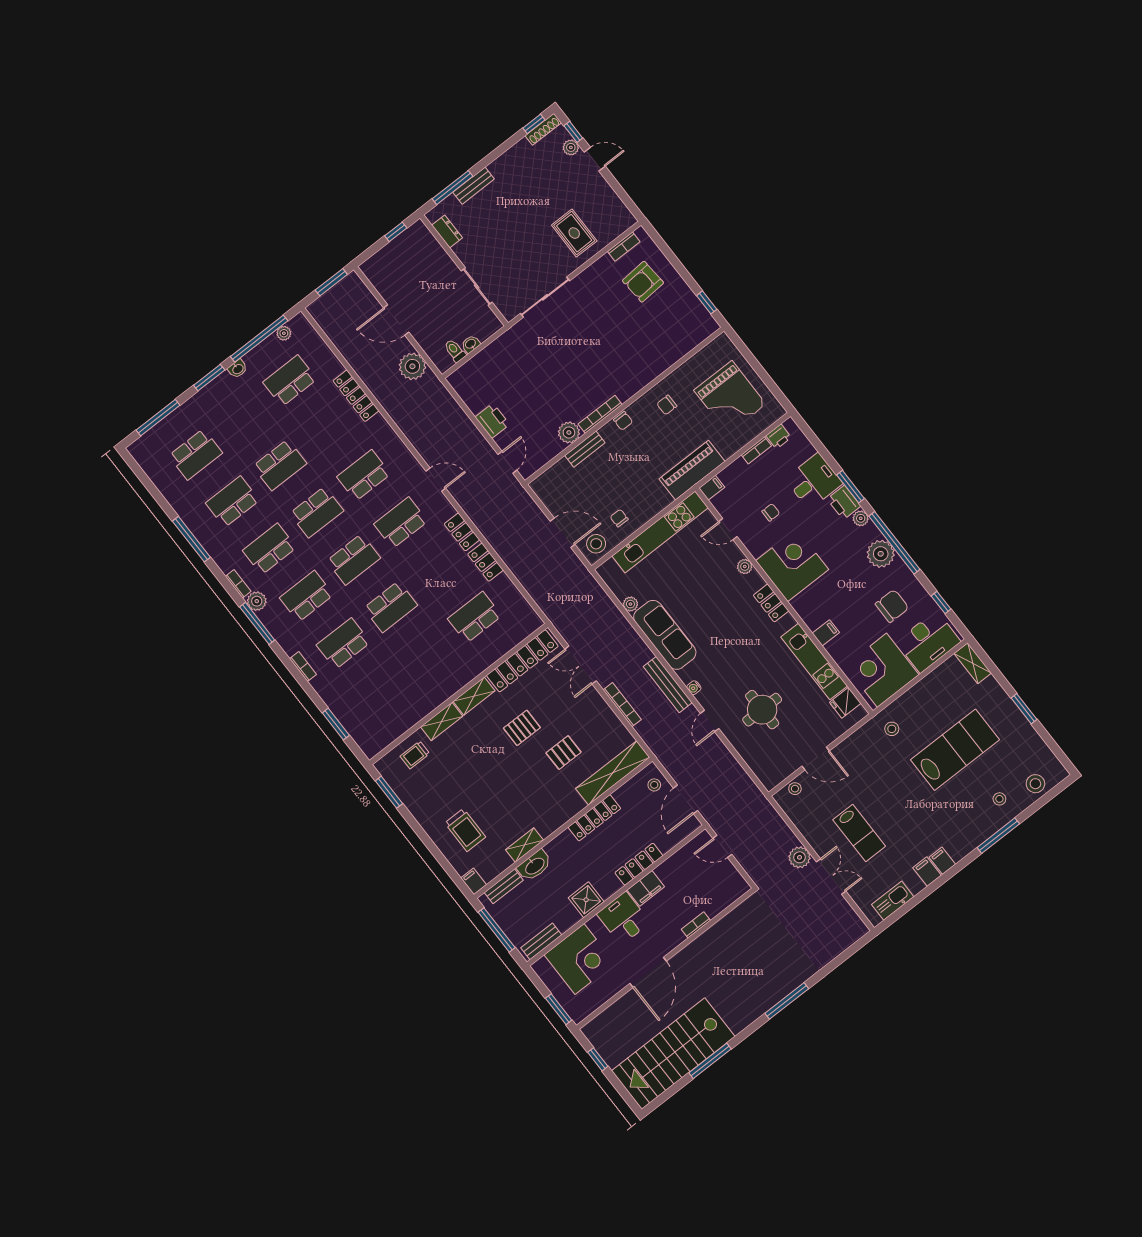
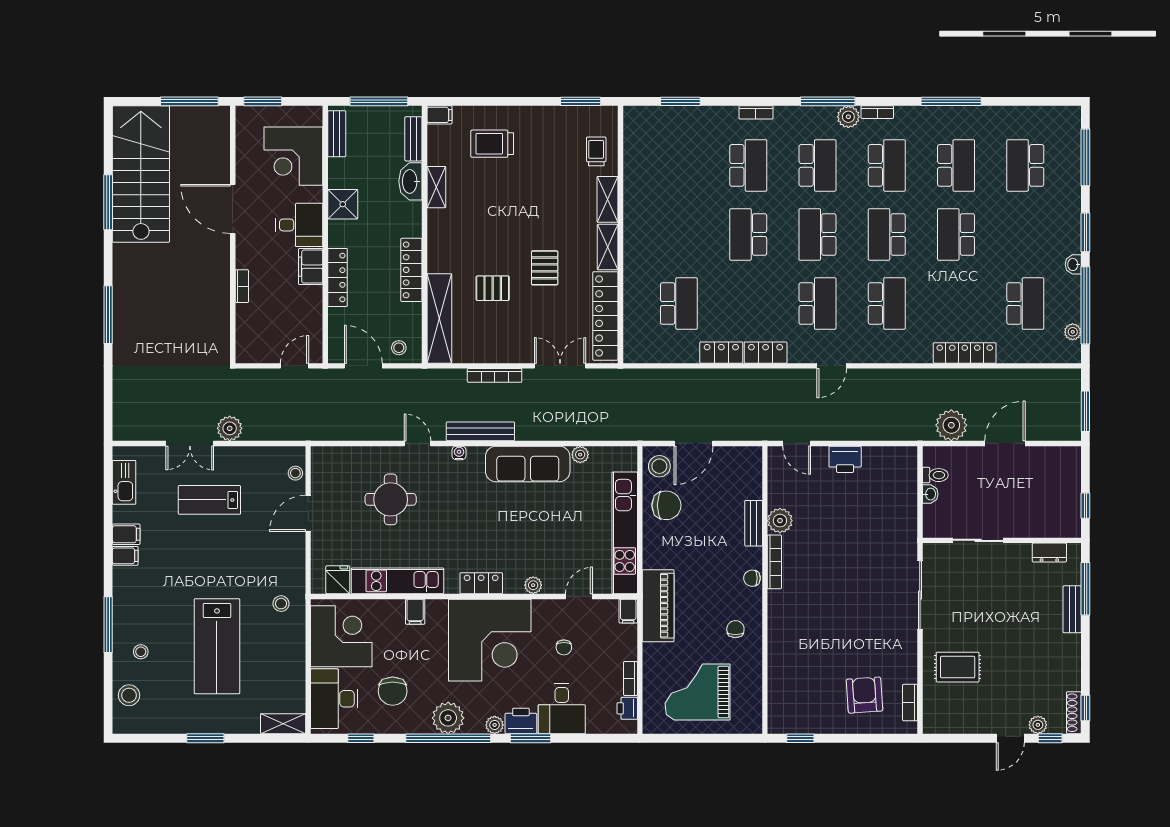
chair: (619, 518) -> (666, 505), width x1.87, depth x1.87
corner desk: (792, 565) -> (490, 640), width x1.36, depth x1.36
pallet: (564, 753) -> (493, 288), turned 90
window: (598, 1059) -> (189, 101), width x2.17

